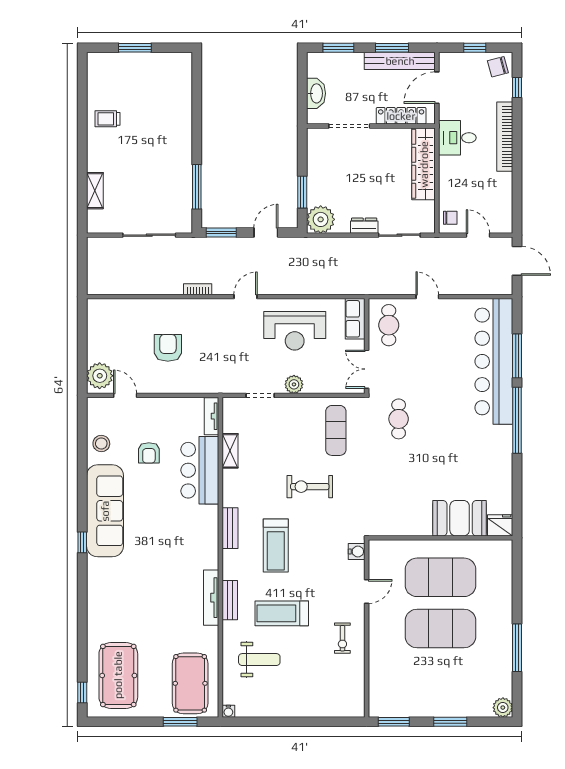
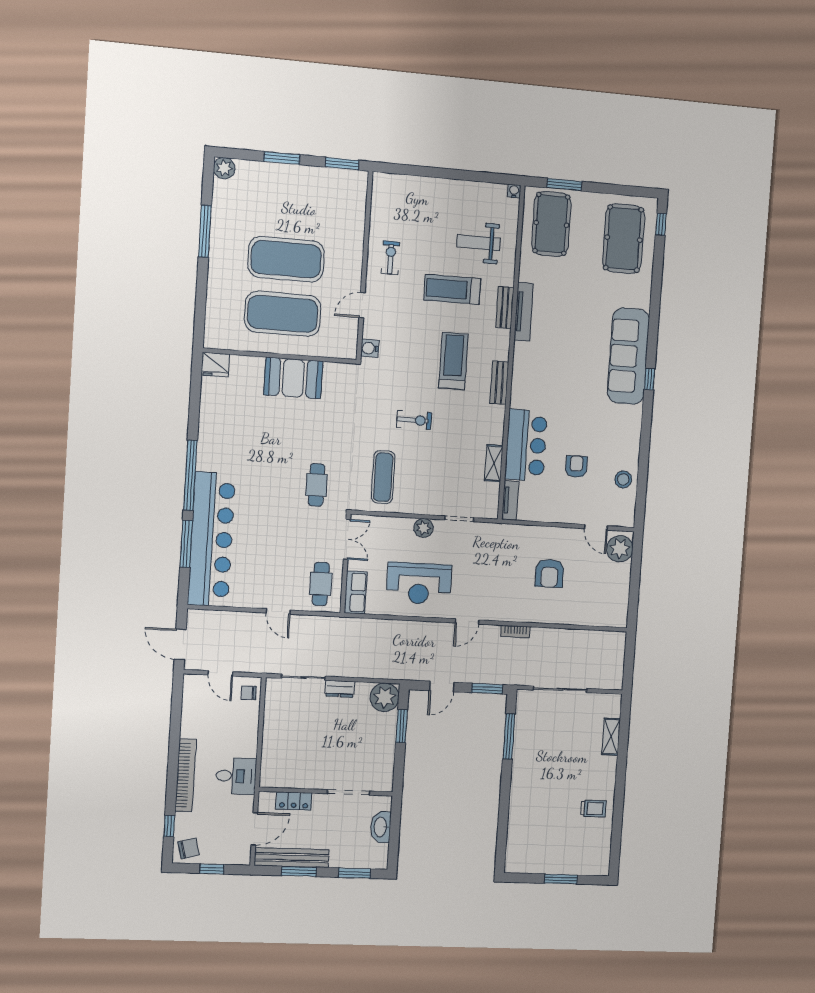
locker: (401, 116) -> (294, 801), width x0.66
wardrobe: (424, 164) -> (273, 750), removed
reception desk: (295, 331) -> (419, 583), turned 180
exercise bike: (310, 487) -> (414, 420), width x0.73, depth x0.72
sofa: (105, 511) -> (628, 356), moved
booth: (460, 518) -> (293, 378), moved
treadmill: (282, 613) -> (452, 289), turned 180

